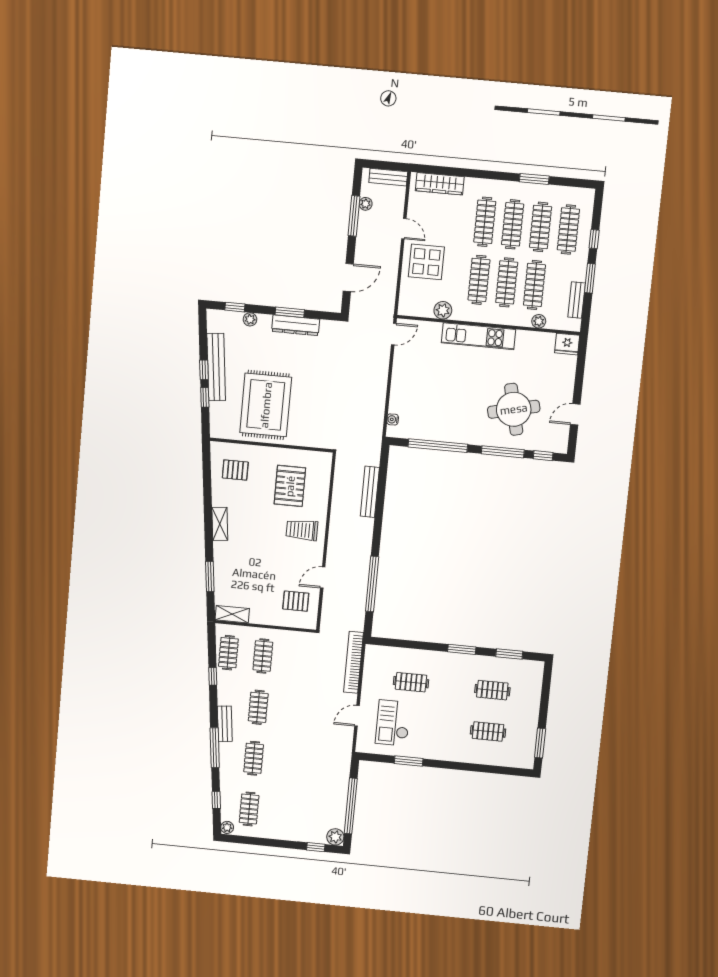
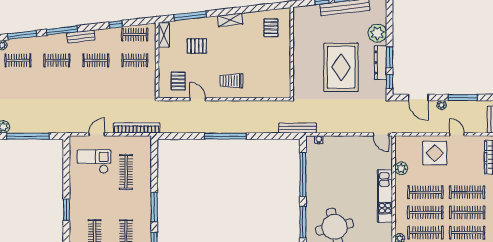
plant: (366, 204) -> (442, 105), moved
door: (404, 229) -> (457, 134), swing flipped
window: (235, 307) -> (389, 82), moved
plant: (250, 319) -> (377, 33), width x1.87, depth x1.87
rug: (266, 405) -> (341, 67), moved, turned 90
pallet: (290, 486) -> (197, 46), moved, width x0.67, depth x0.71
bench: (370, 492) -> (298, 128), moved
trolley: (302, 530) -> (231, 81), turned -90
window: (210, 577) -> (190, 16), width x1.44
window: (372, 584) -> (225, 136), moved
window: (462, 649) -> (154, 207), width x1.44
clothes rail: (411, 682) -> (126, 172), width x1.36
door: (357, 716) -> (97, 134), hinge flipped
window: (409, 761) -> (66, 210), moved
window: (216, 800) -> (22, 35), width x2.17

